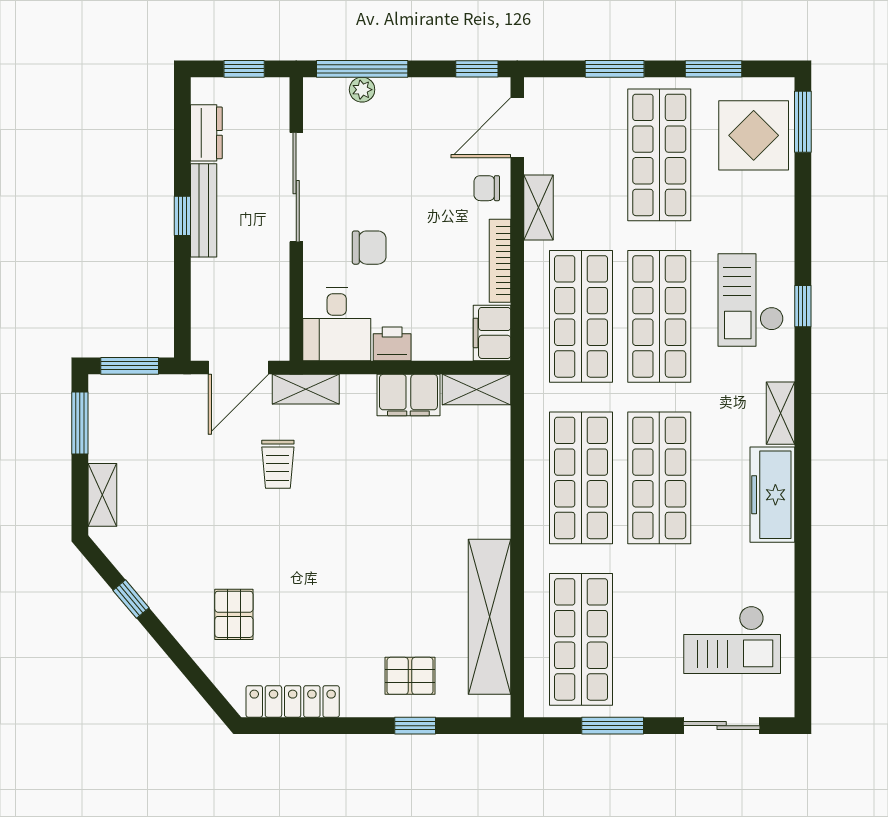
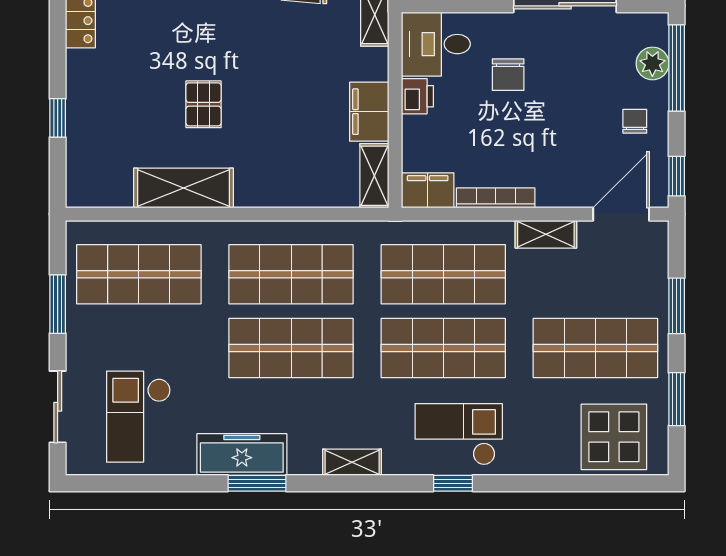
plant: (362, 90) -> (652, 63), width x1.38, depth x1.38
window: (803, 122) -> (257, 483), moved
door: (517, 128) -> (621, 214), hinge flipped
chair: (487, 188) -> (635, 121), moved
freezer: (772, 495) -> (242, 455), moved
shelving: (490, 617) -> (183, 188), width x0.68
pallet: (410, 676) -> (204, 104), moved

